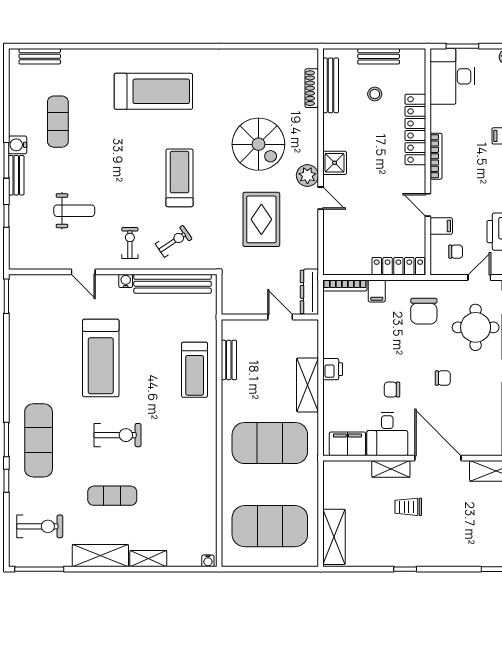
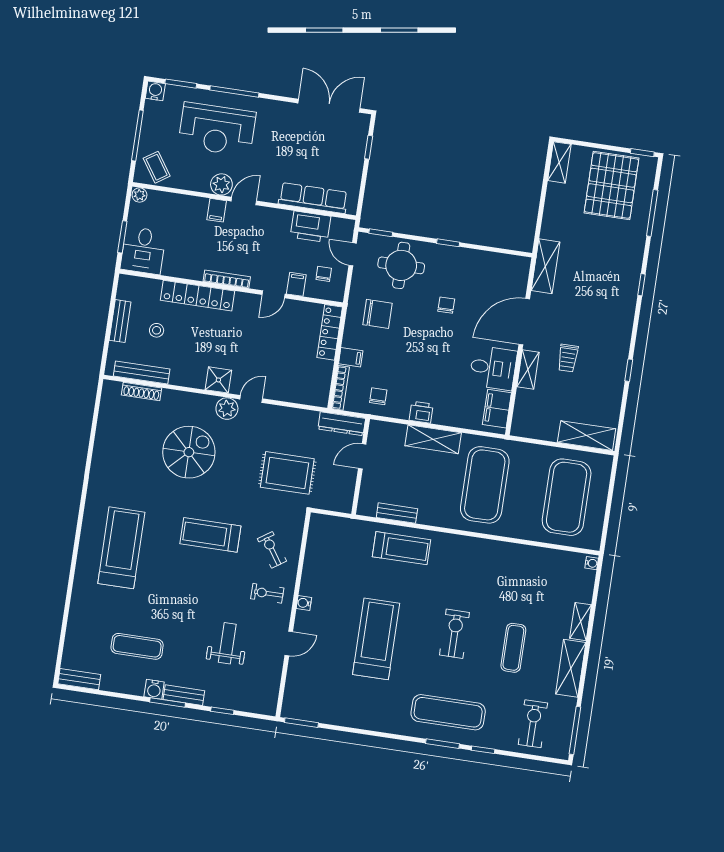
bench: (40, 56) -> (79, 679), moved, turned 90
desk: (452, 76) -> (143, 250), width x0.73
rug: (261, 219) -> (287, 473), moved
bench: (173, 284) -> (314, 557), removed
treadmill: (101, 358) -> (376, 639), turned -90
chair: (392, 390) -> (378, 396), moved, turned 180

